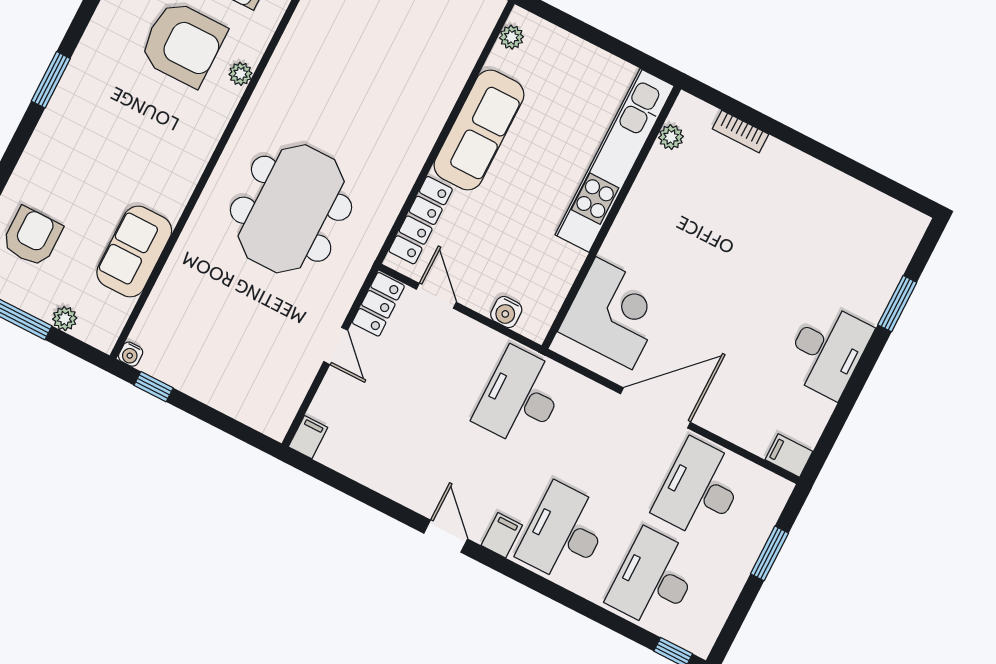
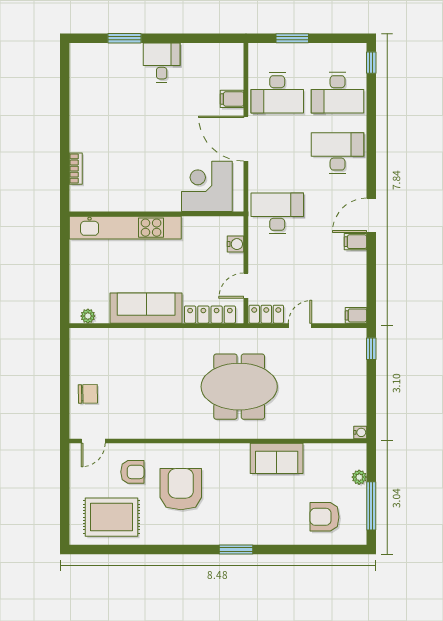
plant: (241, 74) -> (181, 450), removed
plant: (671, 137) -> (98, 204), removed
sofa: (134, 252) -> (277, 458), moved
desk: (828, 350) -> (162, 63), width x0.73
window: (154, 387) -> (371, 349), moved
desk: (520, 398) -> (277, 213), turned 180
filing cabinet: (789, 456) -> (232, 99), moved, turned 90
desk: (564, 533) -> (338, 153), turned 180
filing cabinet: (502, 535) -> (355, 242), moved
door: (446, 536) -> (371, 215), width x1.38

